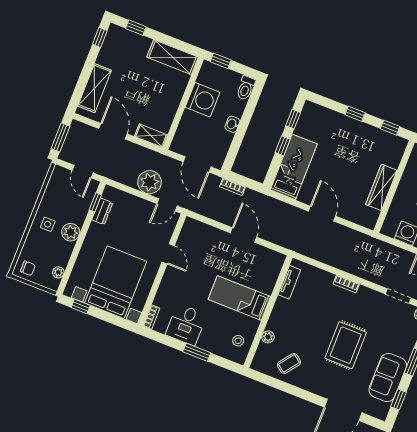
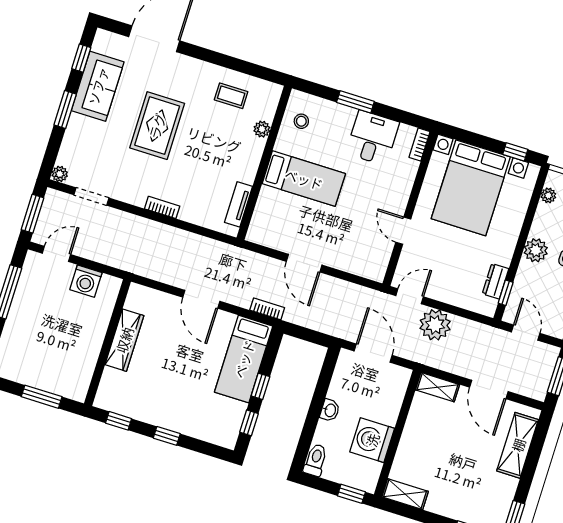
shelving: (173, 57) -> (405, 494), width x0.67, depth x0.75
bookcase: (232, 187) -> (267, 309), moved
coffee table: (289, 363) -> (231, 96), turned 53

